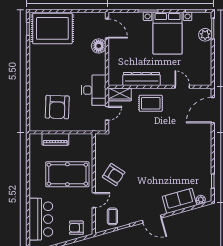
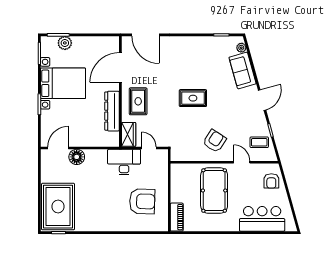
door: (182, 87) -> (120, 67), width x1.88
piano: (55, 139) -> (177, 217), moved
rug: (154, 155) -> (193, 98), added

